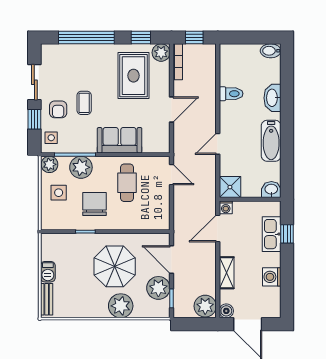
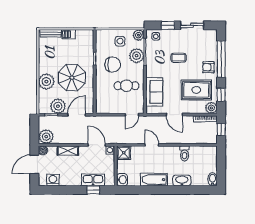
armchair: (58, 109) -> (208, 67), moved
sofa: (120, 140) -> (154, 92), moved
washing machine: (272, 277) -> (53, 180), moved

